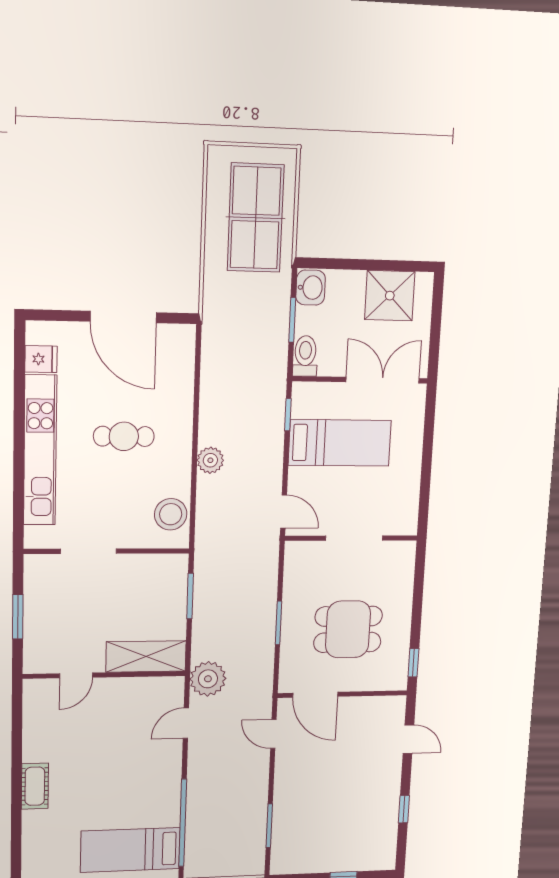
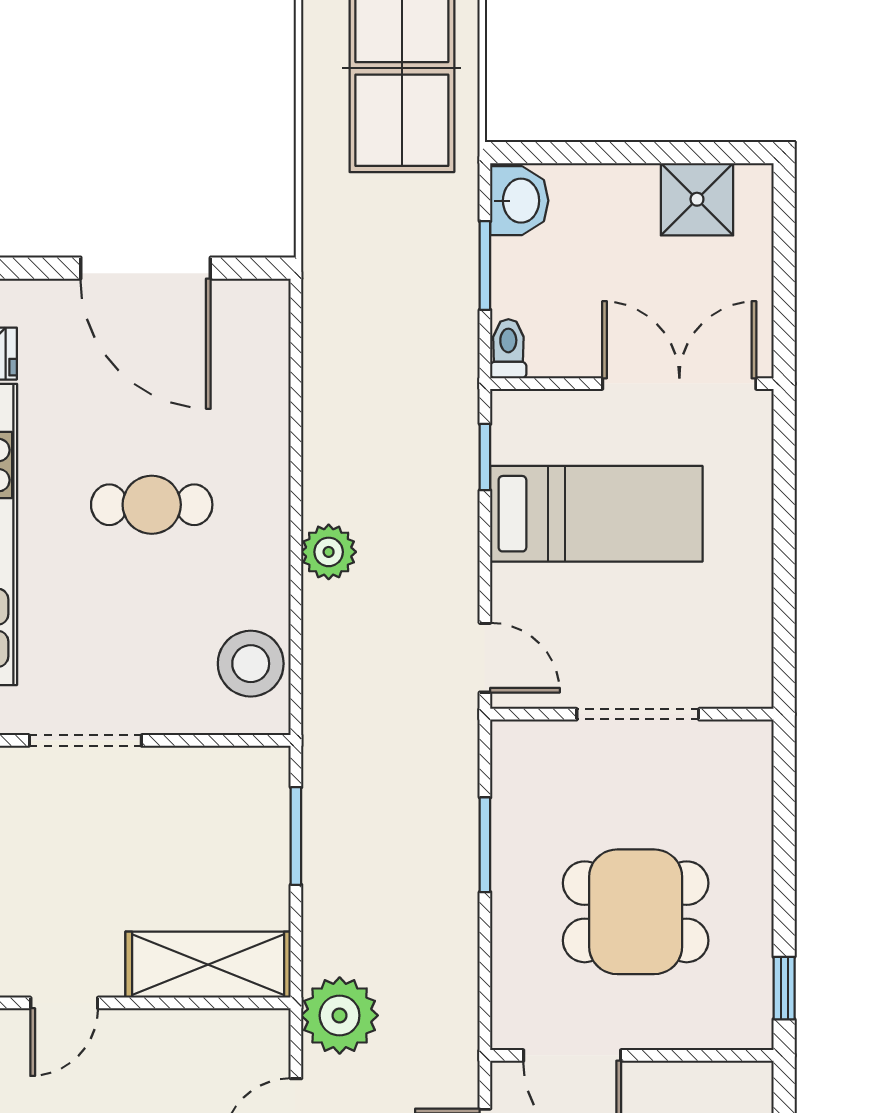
shower: (390, 296) -> (697, 199), width x0.73, depth x0.73
toilet: (305, 356) -> (508, 349), width x0.73, depth x0.72
window: (278, 623) -> (485, 845), moved

